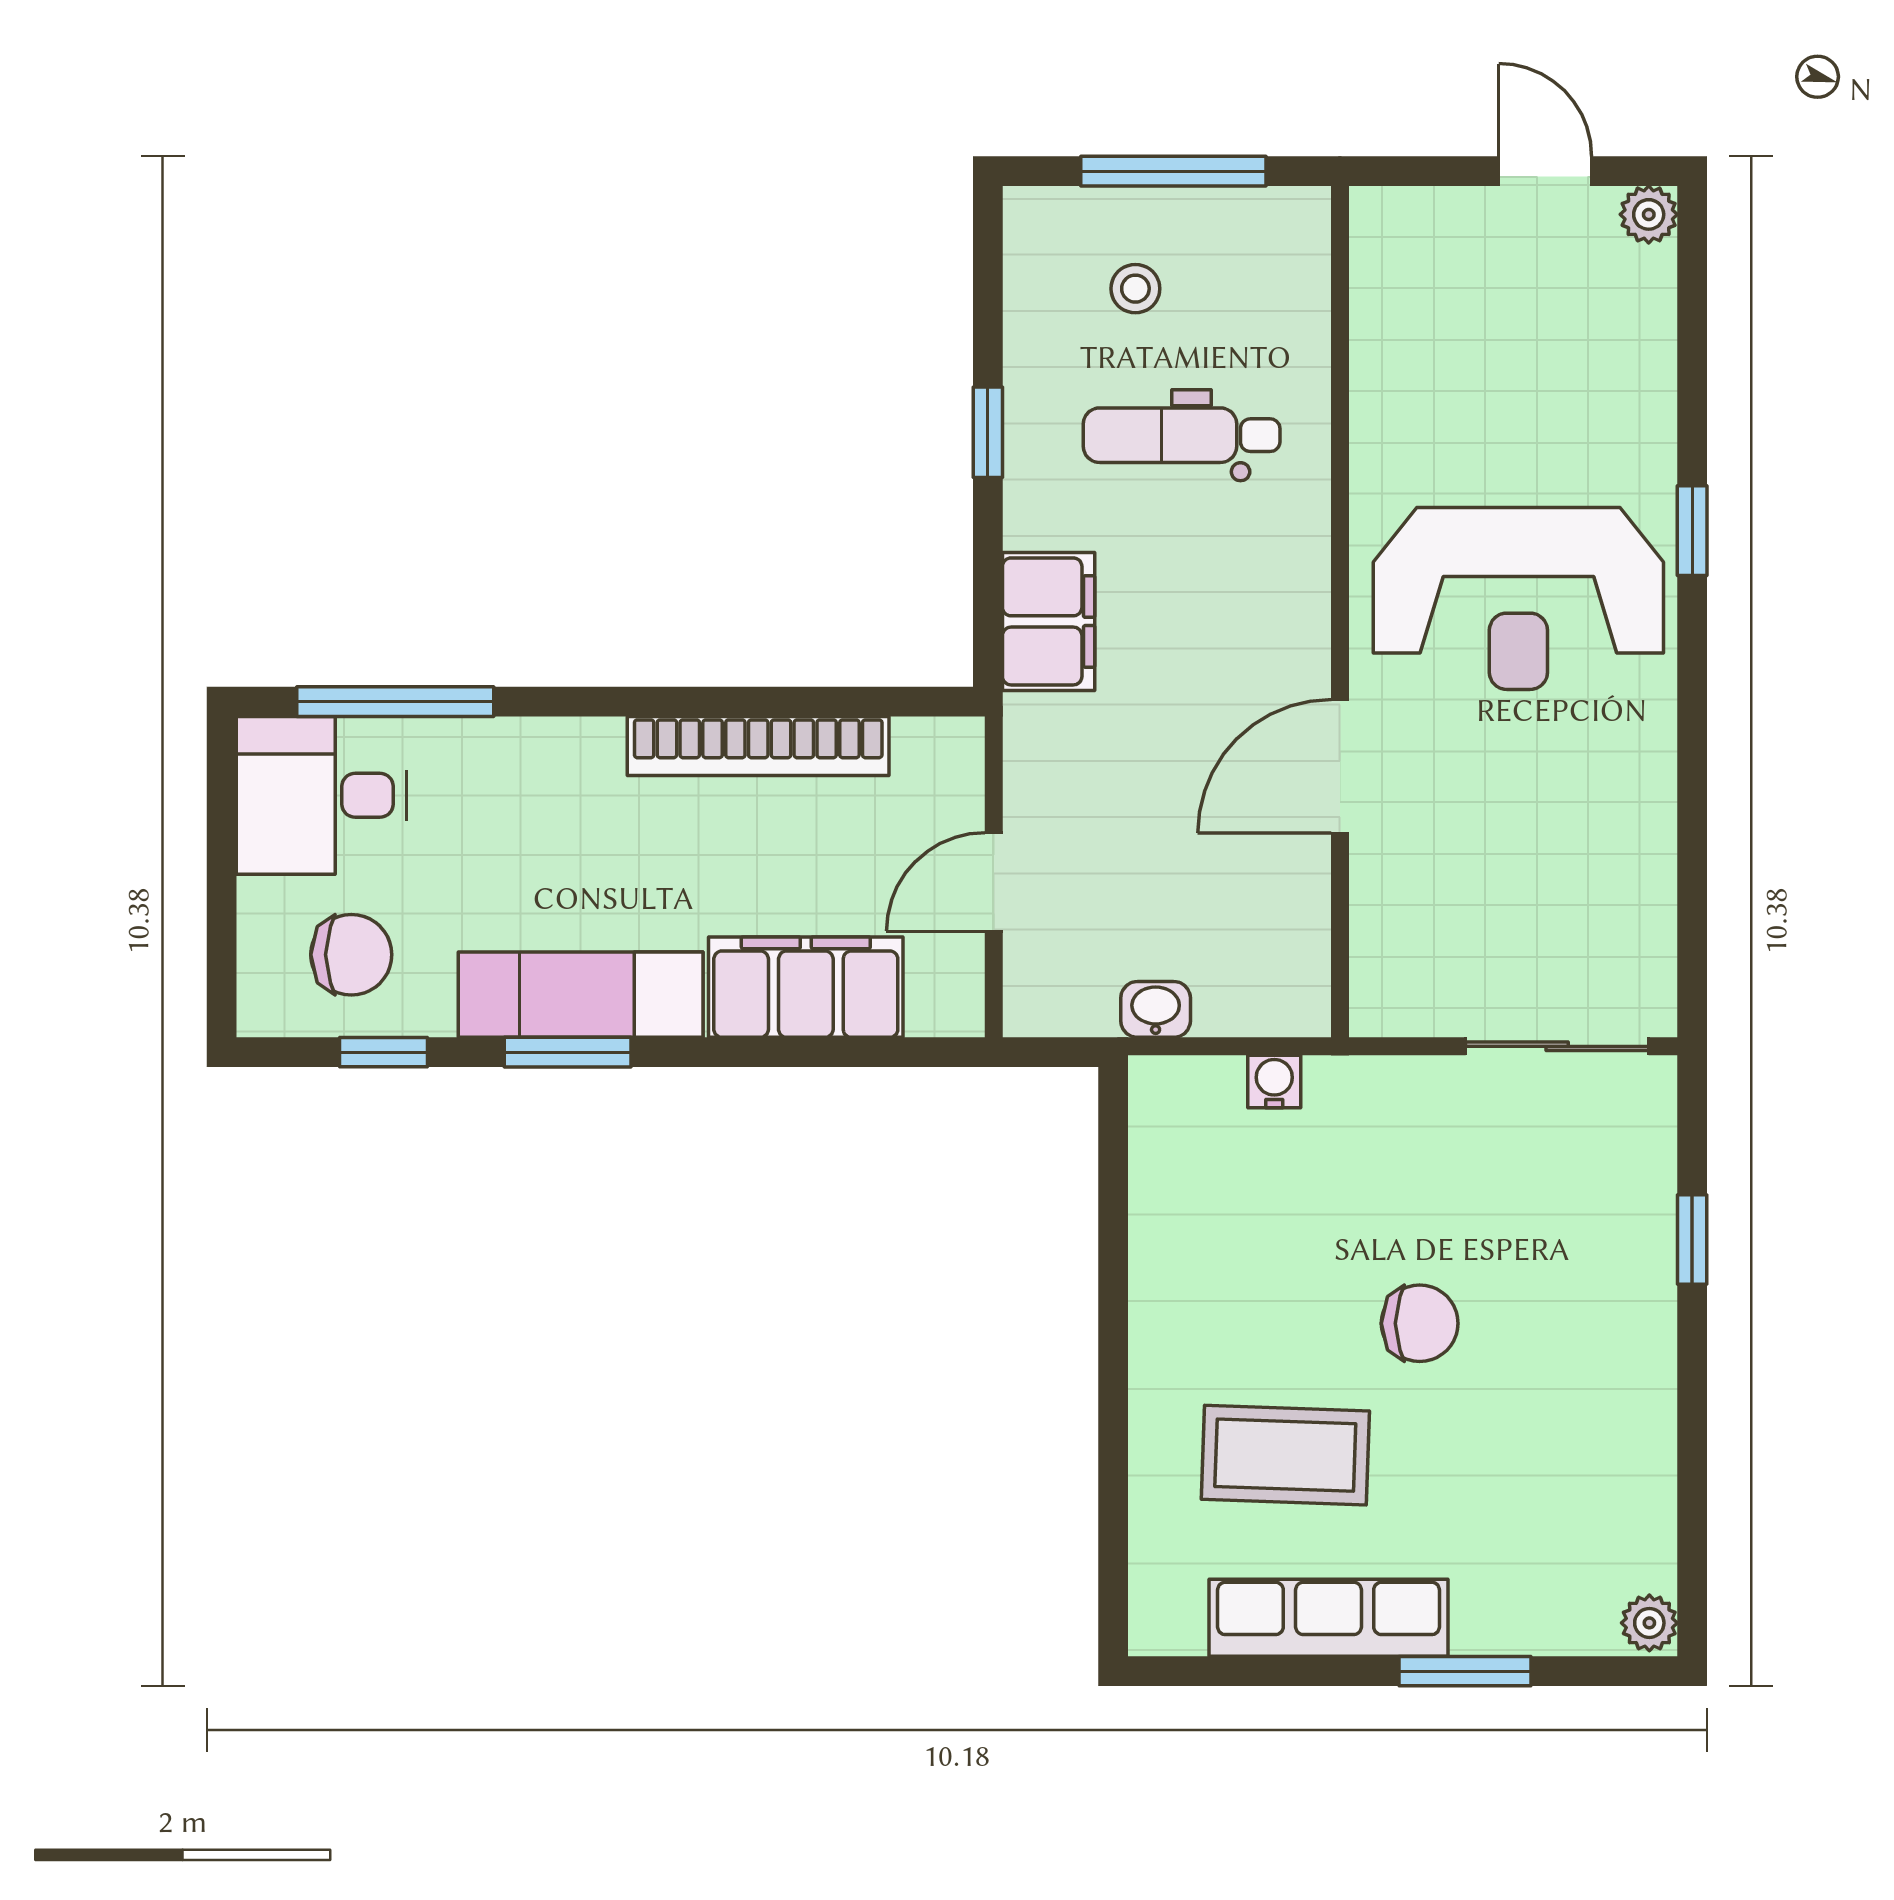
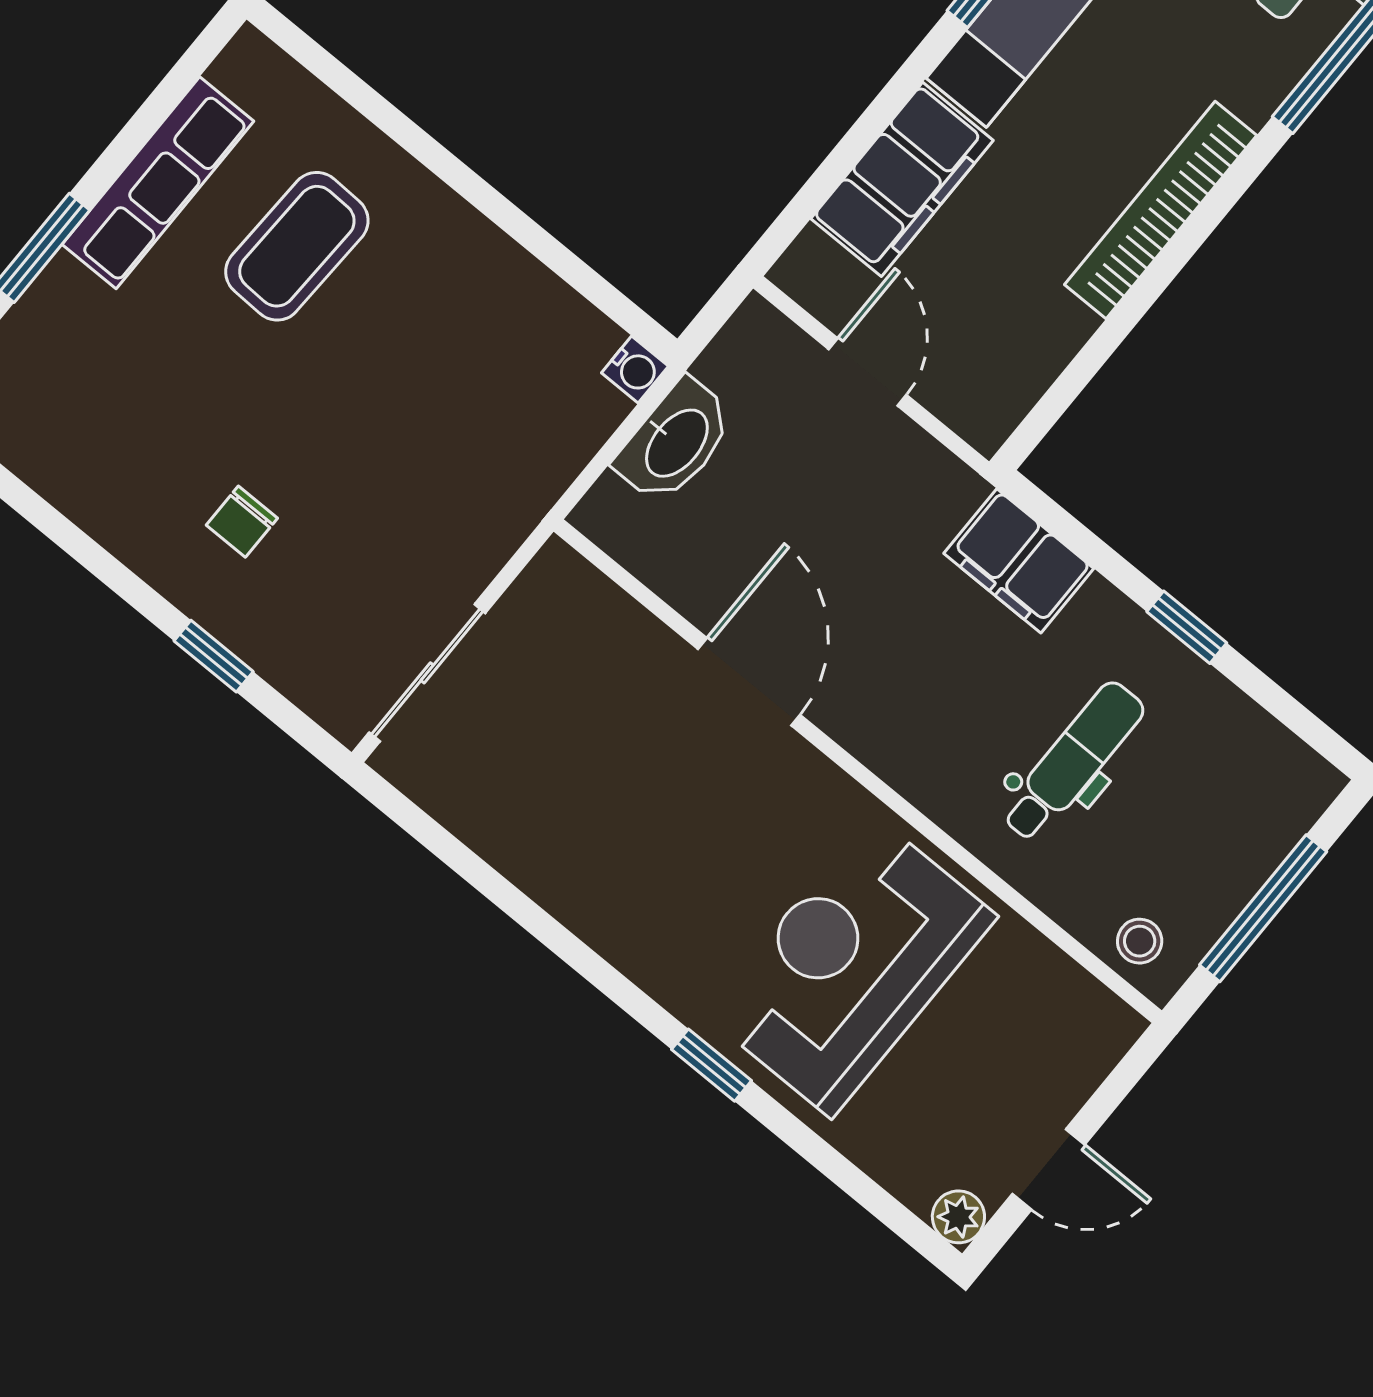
stool: (1135, 289) -> (1140, 941), moved
reception desk: (1518, 598) -> (851, 966), moved
bookcase: (758, 746) -> (1161, 210), moved
washbasin: (1156, 1009) -> (675, 442), width x1.91, depth x1.45
water cooler: (1274, 1082) -> (635, 370), moved
chair: (1420, 1323) -> (242, 522), moved, width x0.73, depth x0.73

